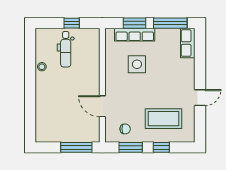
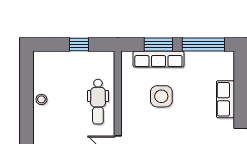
row of seats: (188, 43) -> (225, 99), moved
dental chair: (66, 49) -> (98, 102), moved

